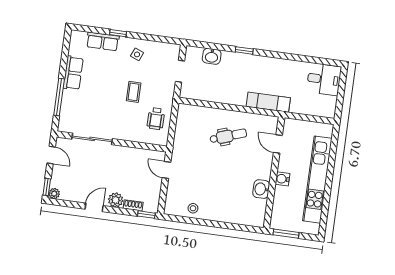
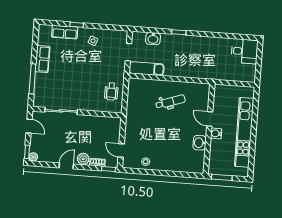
coffee table: (134, 92) -> (92, 71), removed
exam couch: (268, 102) -> (147, 69), moved
door: (278, 144) -> (210, 119), moved
door: (166, 170) -> (121, 151), moved

